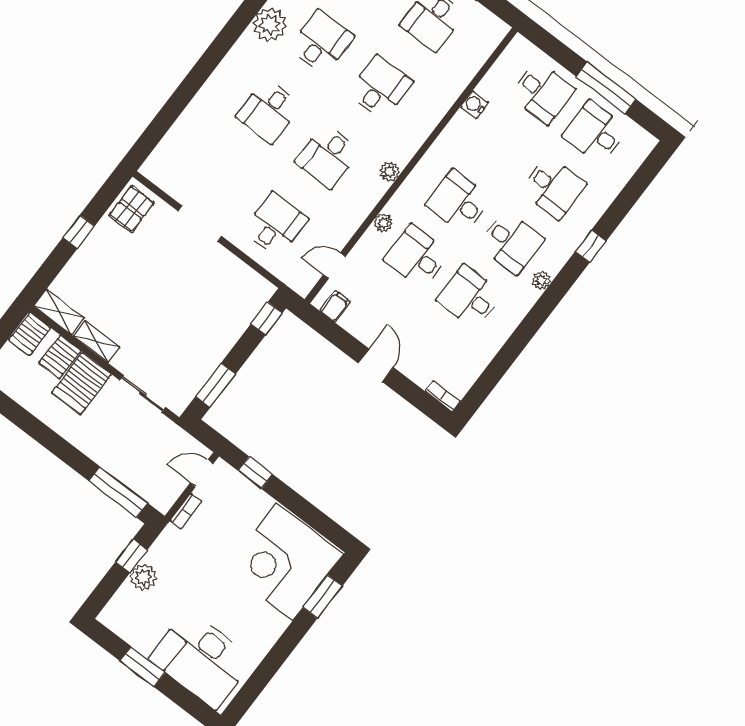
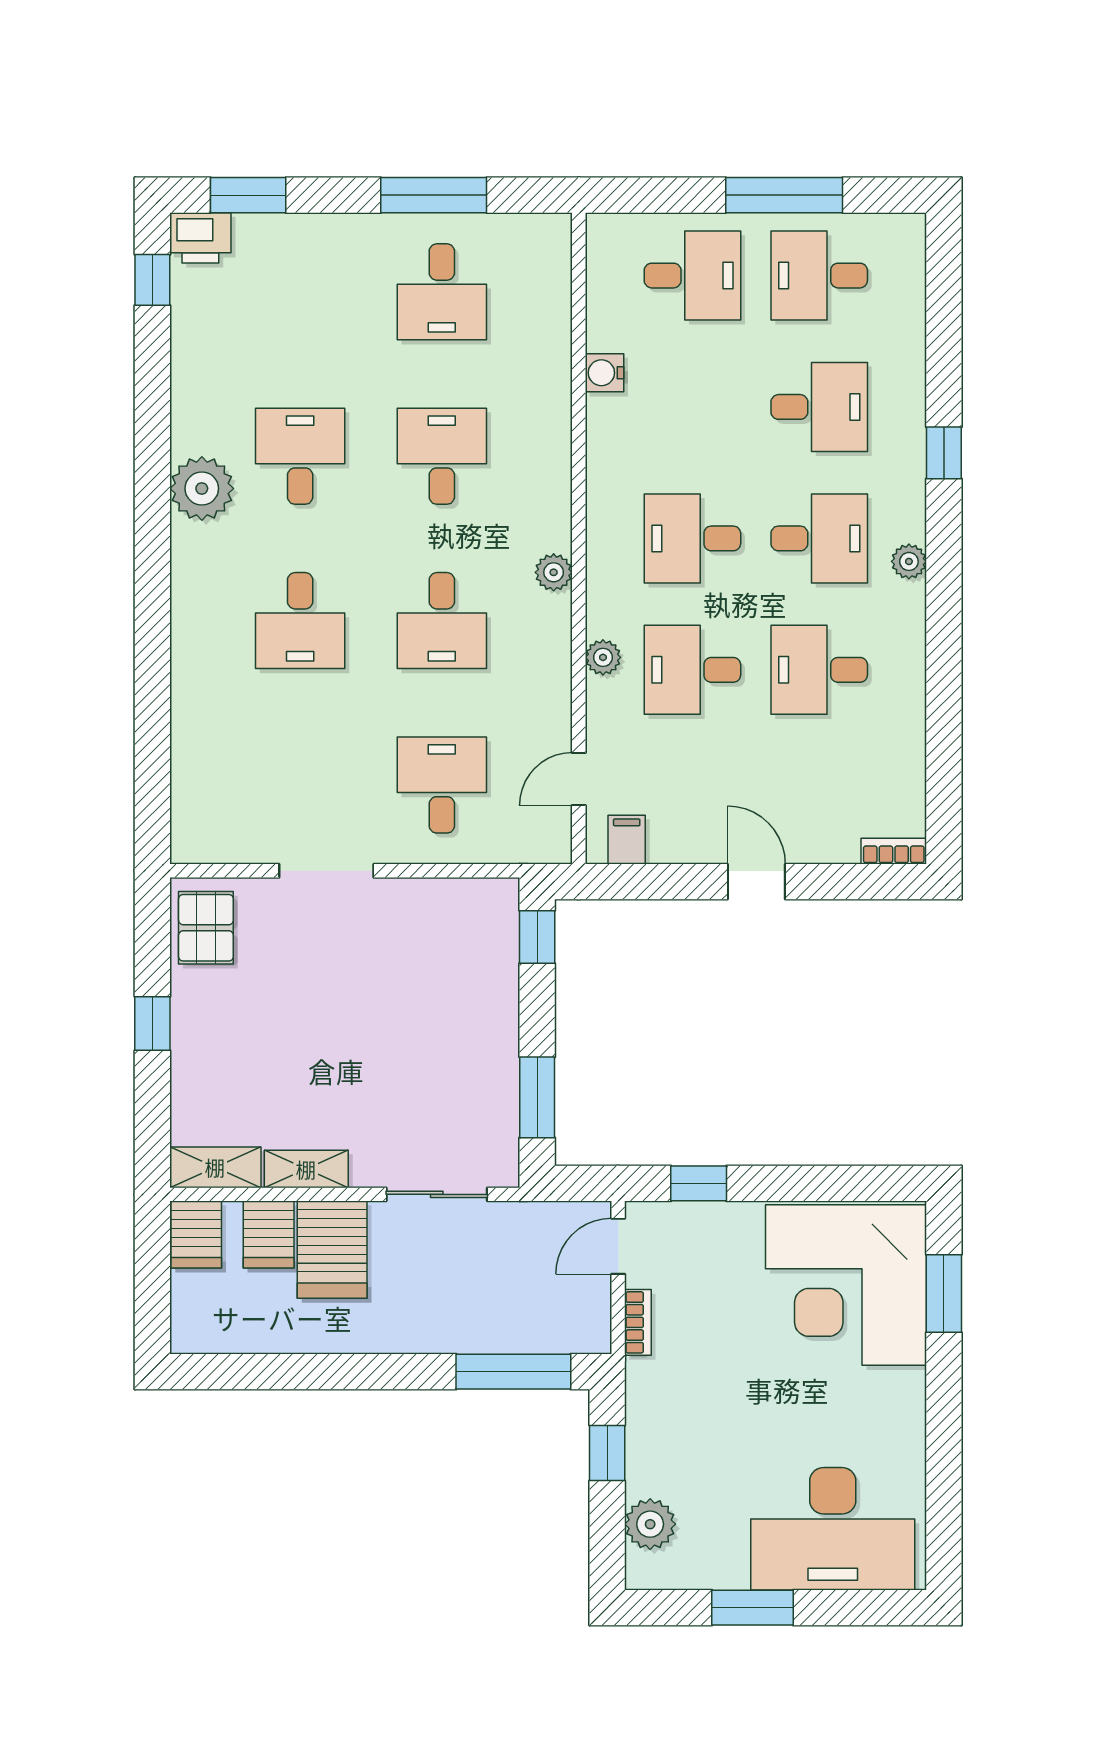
plant: (143, 577) -> (650, 1524), moved

